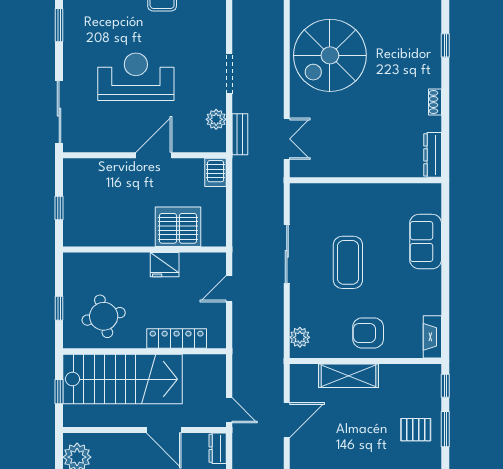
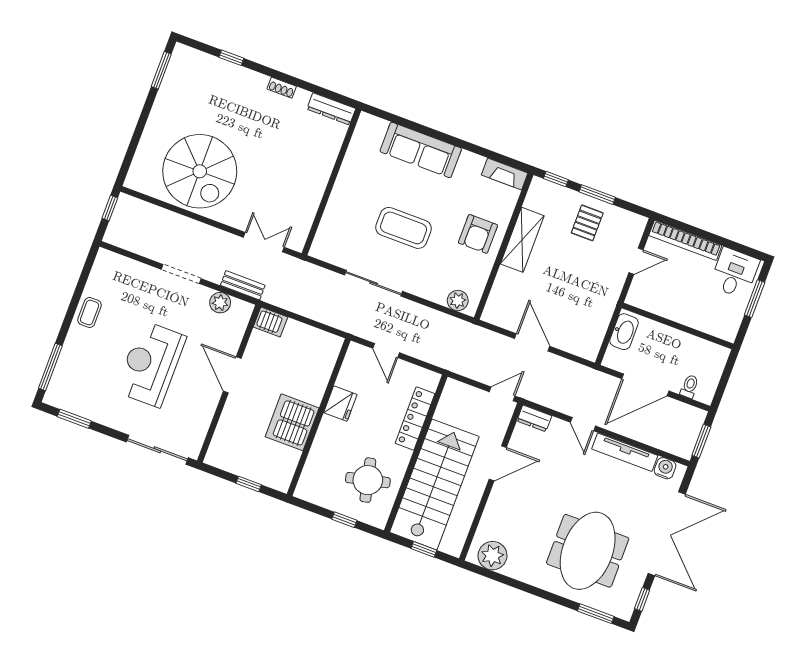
server rack: (178, 227) -> (292, 422), moved
sofa: (426, 242) -> (421, 150), width x1.36
shelving: (348, 376) -> (522, 240), moved

